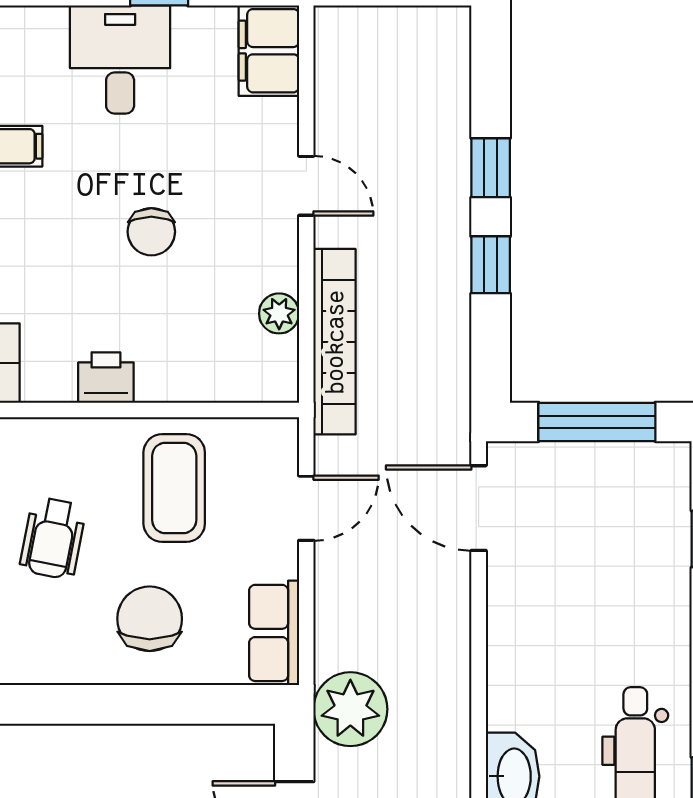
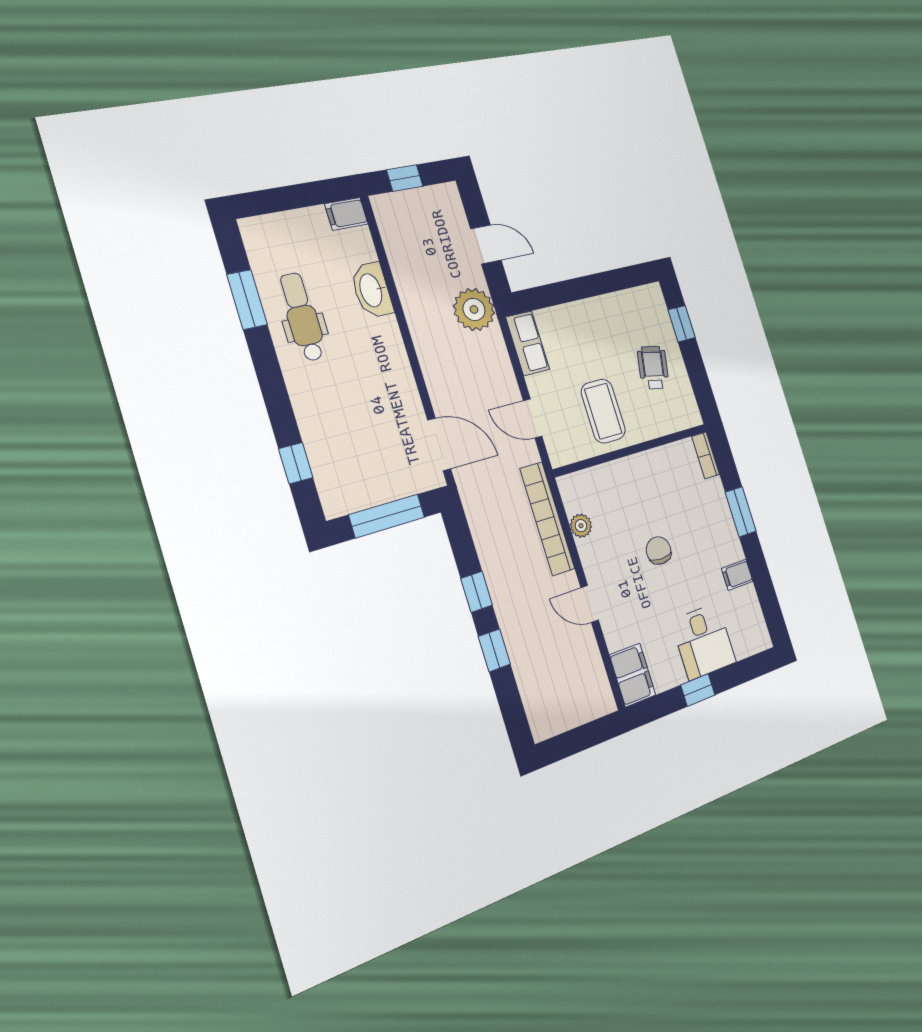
printer: (106, 378) -> (655, 462), removed
door: (306, 508) -> (533, 418), hinge flipped
chair: (150, 619) -> (593, 336), removed

